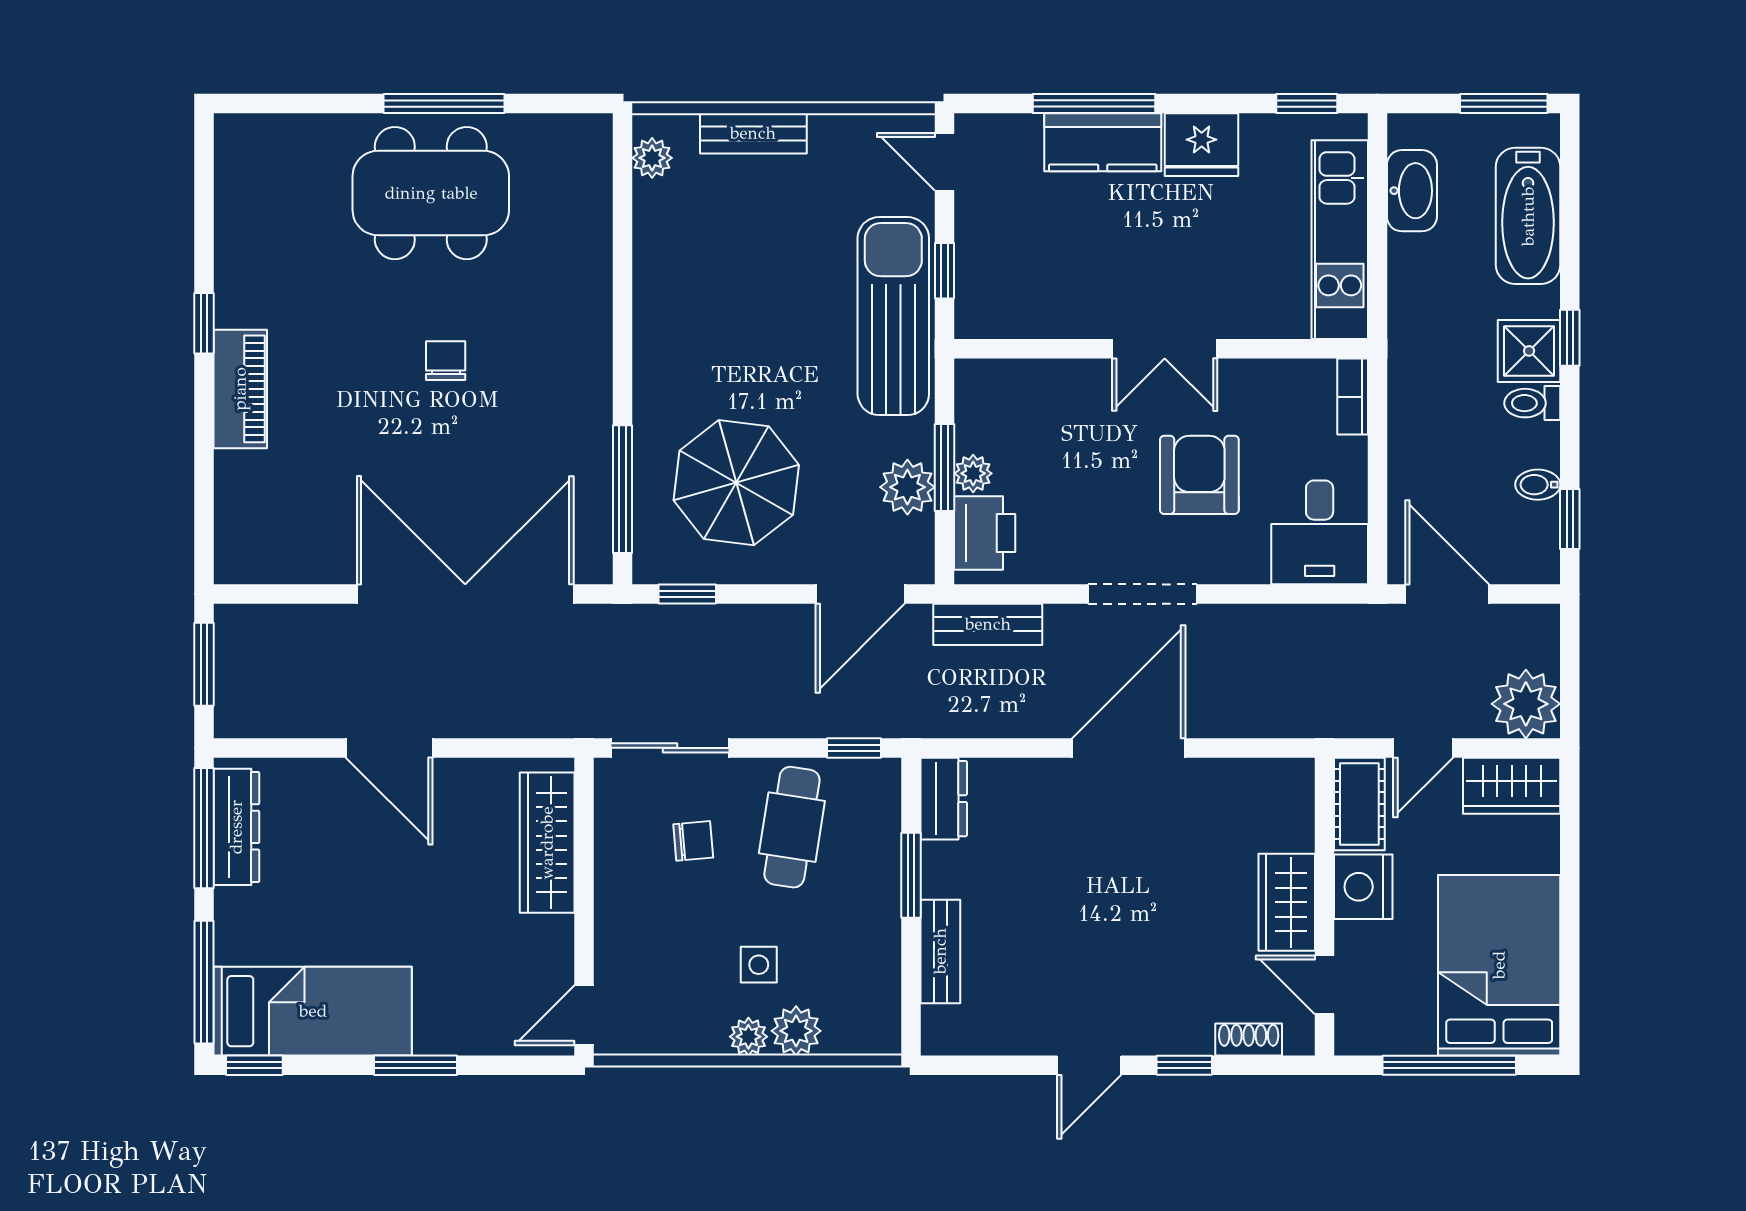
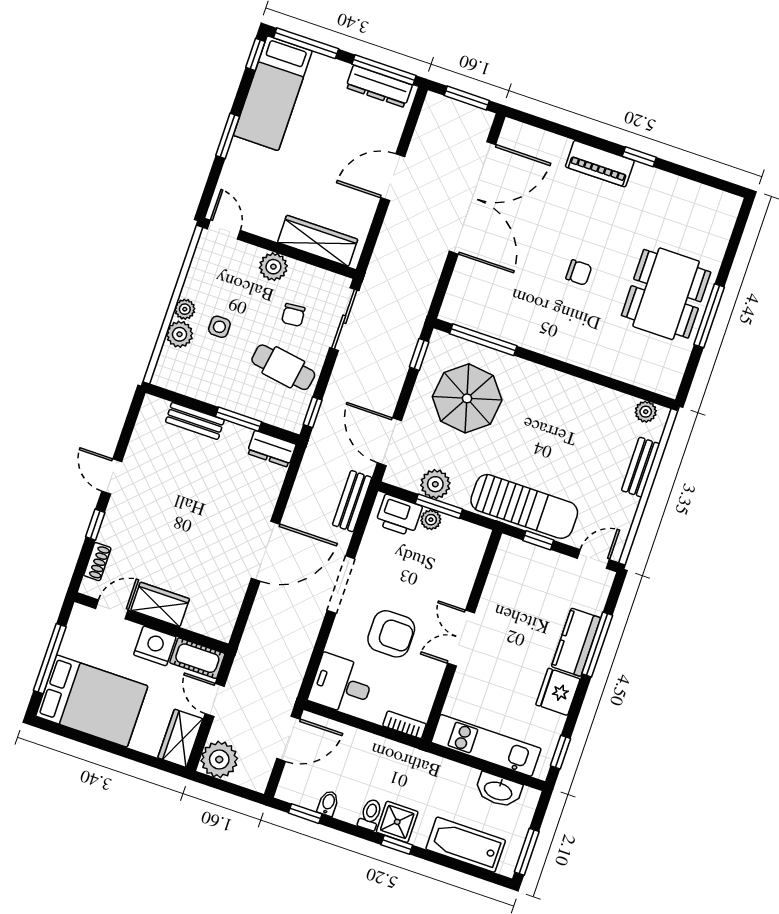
double door: (465, 594) -> (472, 198), moved
door: (1129, 748) -> (265, 551), hinge flipped
plant: (620, 905) -> (273, 267), added

